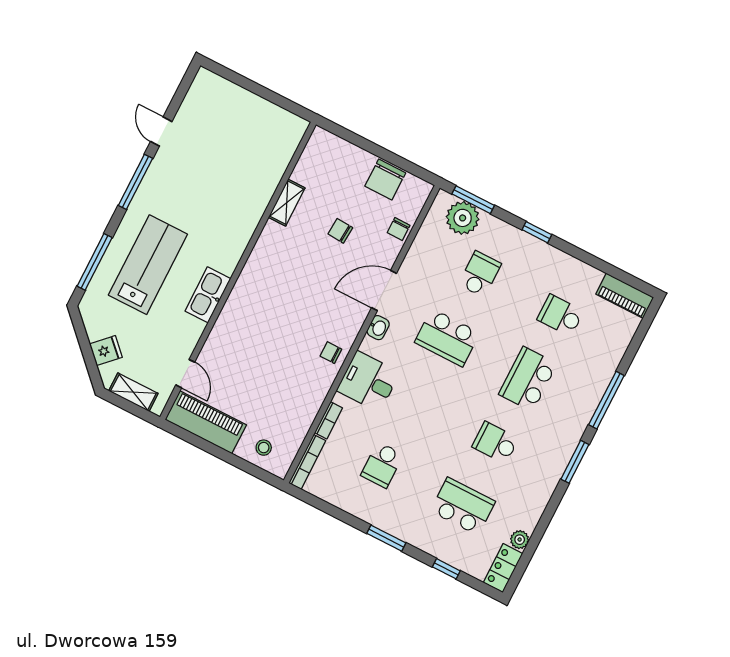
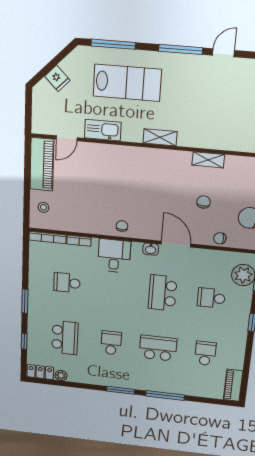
school desk: (480, 274) -> (211, 298), turned 180
kitchen sink: (208, 295) -> (103, 130), moved
shelving: (133, 392) -> (160, 137), moved, turned 90

